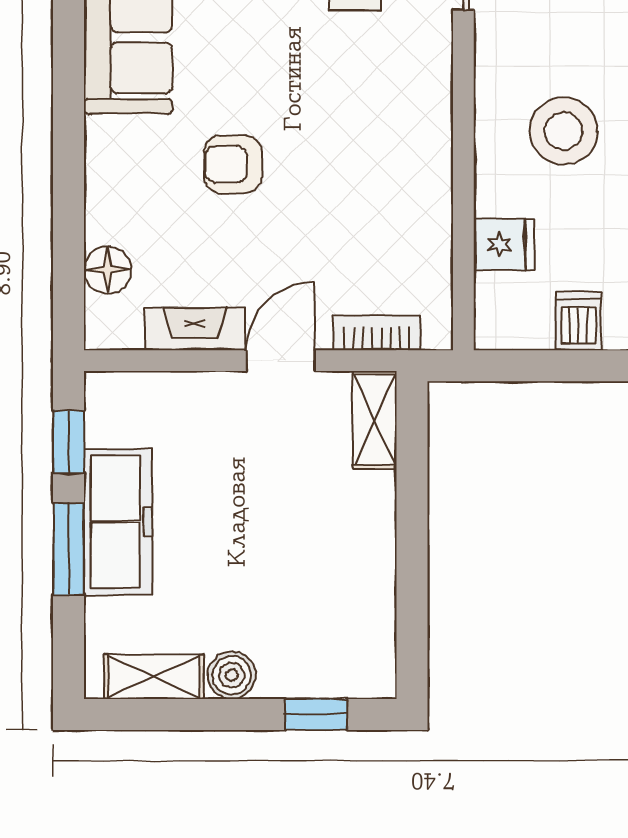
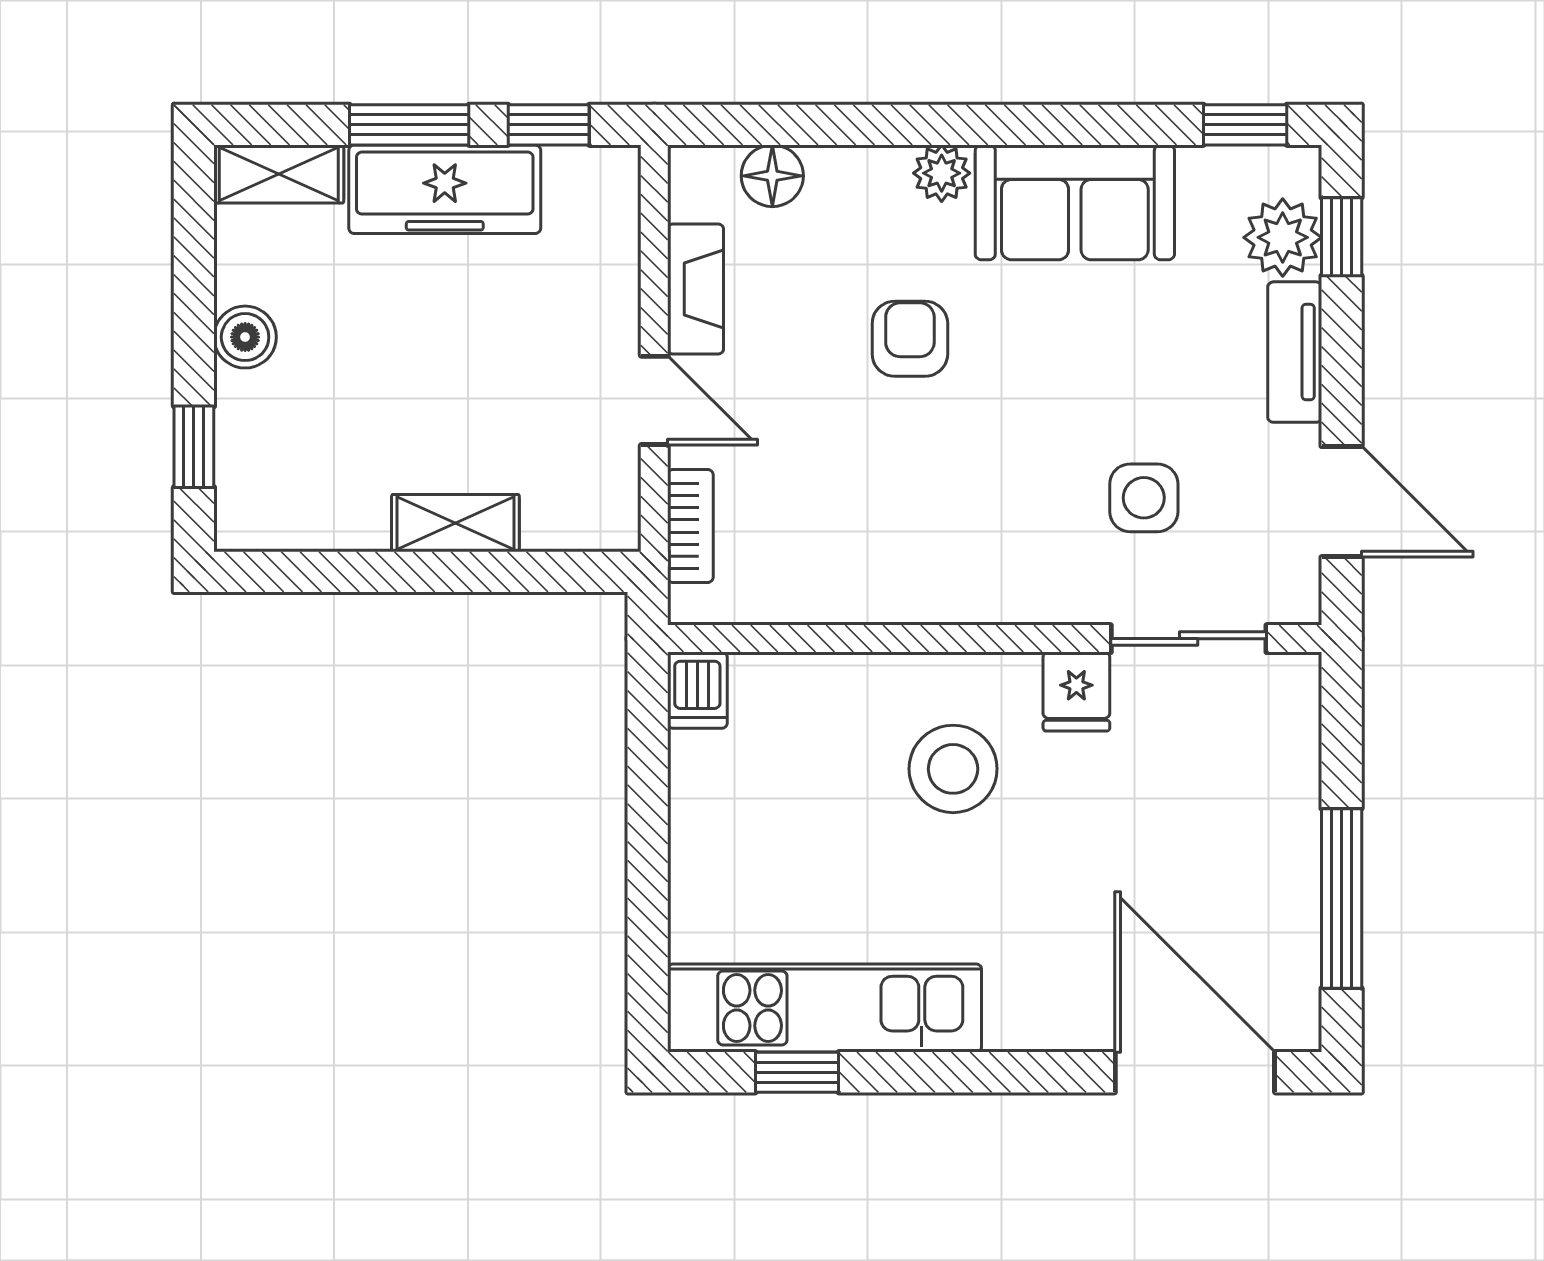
plant: (106, 140) -> (942, 173), added
fridge: (504, 244) -> (1076, 692), moved
dishwasher: (579, 321) -> (697, 690), moved, turned 90
shelving: (375, 420) -> (455, 523), moved
shelving: (154, 677) -> (279, 174), moved, turned 90

